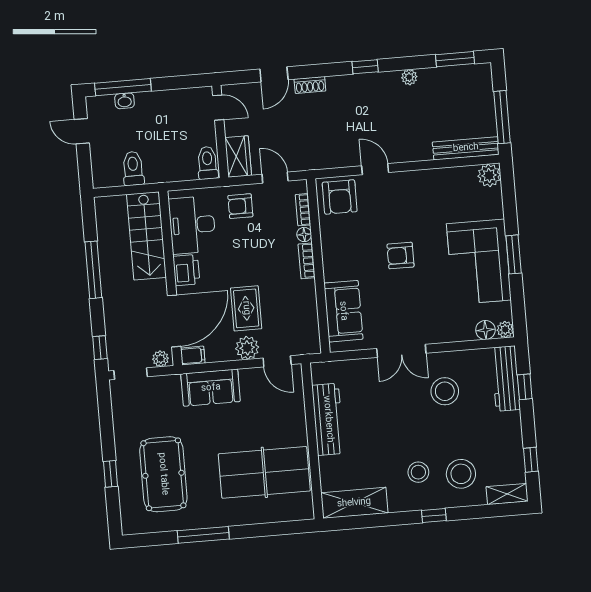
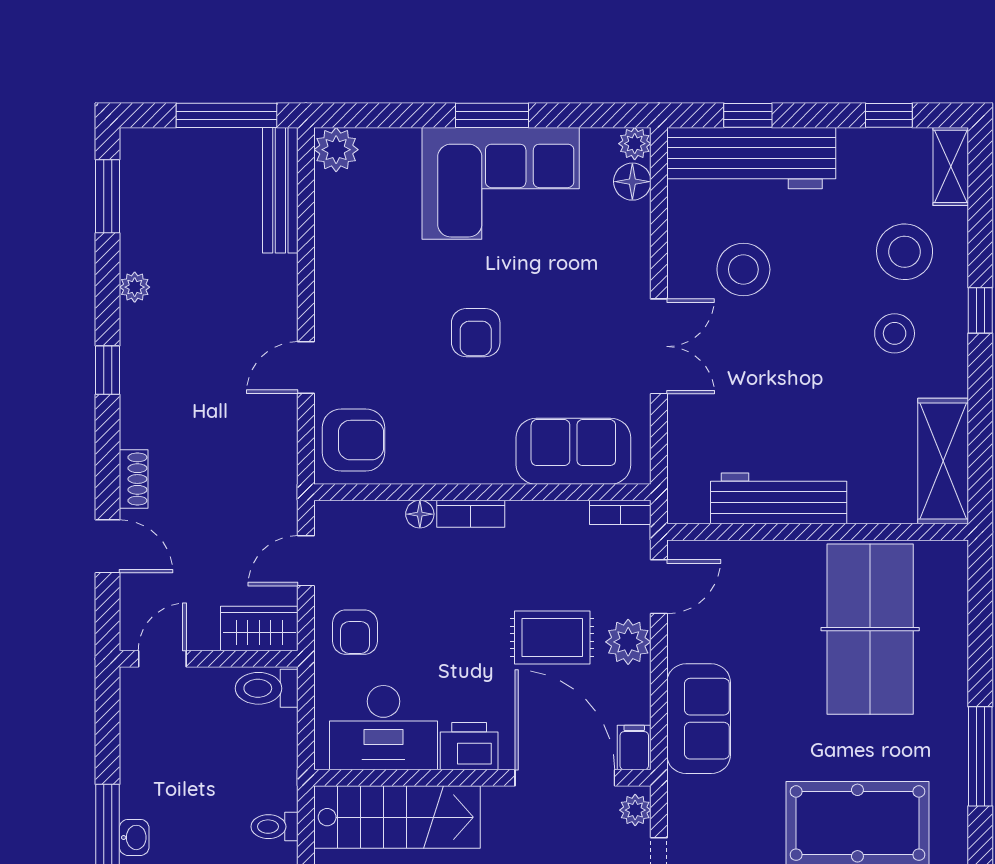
toilet: (133, 168) -> (275, 827), width x0.73, depth x0.72
bookcase: (303, 210) -> (620, 512), moved
workbench: (506, 379) -> (751, 158), width x1.36, depth x1.32

